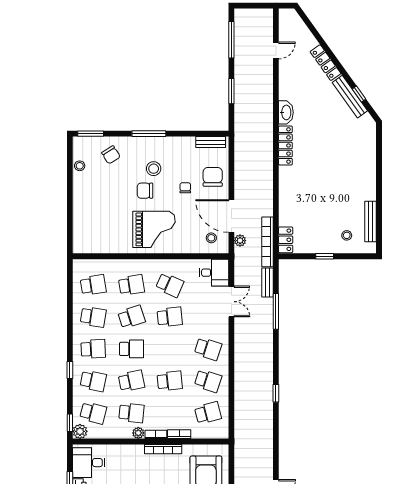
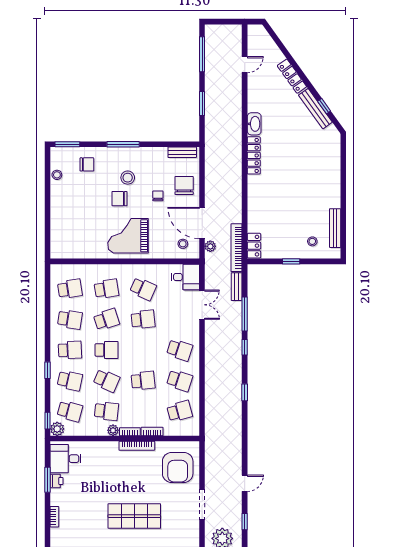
chair: (111, 155) -> (87, 164), turned -58
grand piano: (154, 229) -> (128, 236), turned 180
window: (276, 346) -> (245, 347), added
school desk: (131, 381) -> (106, 381), turned 36

